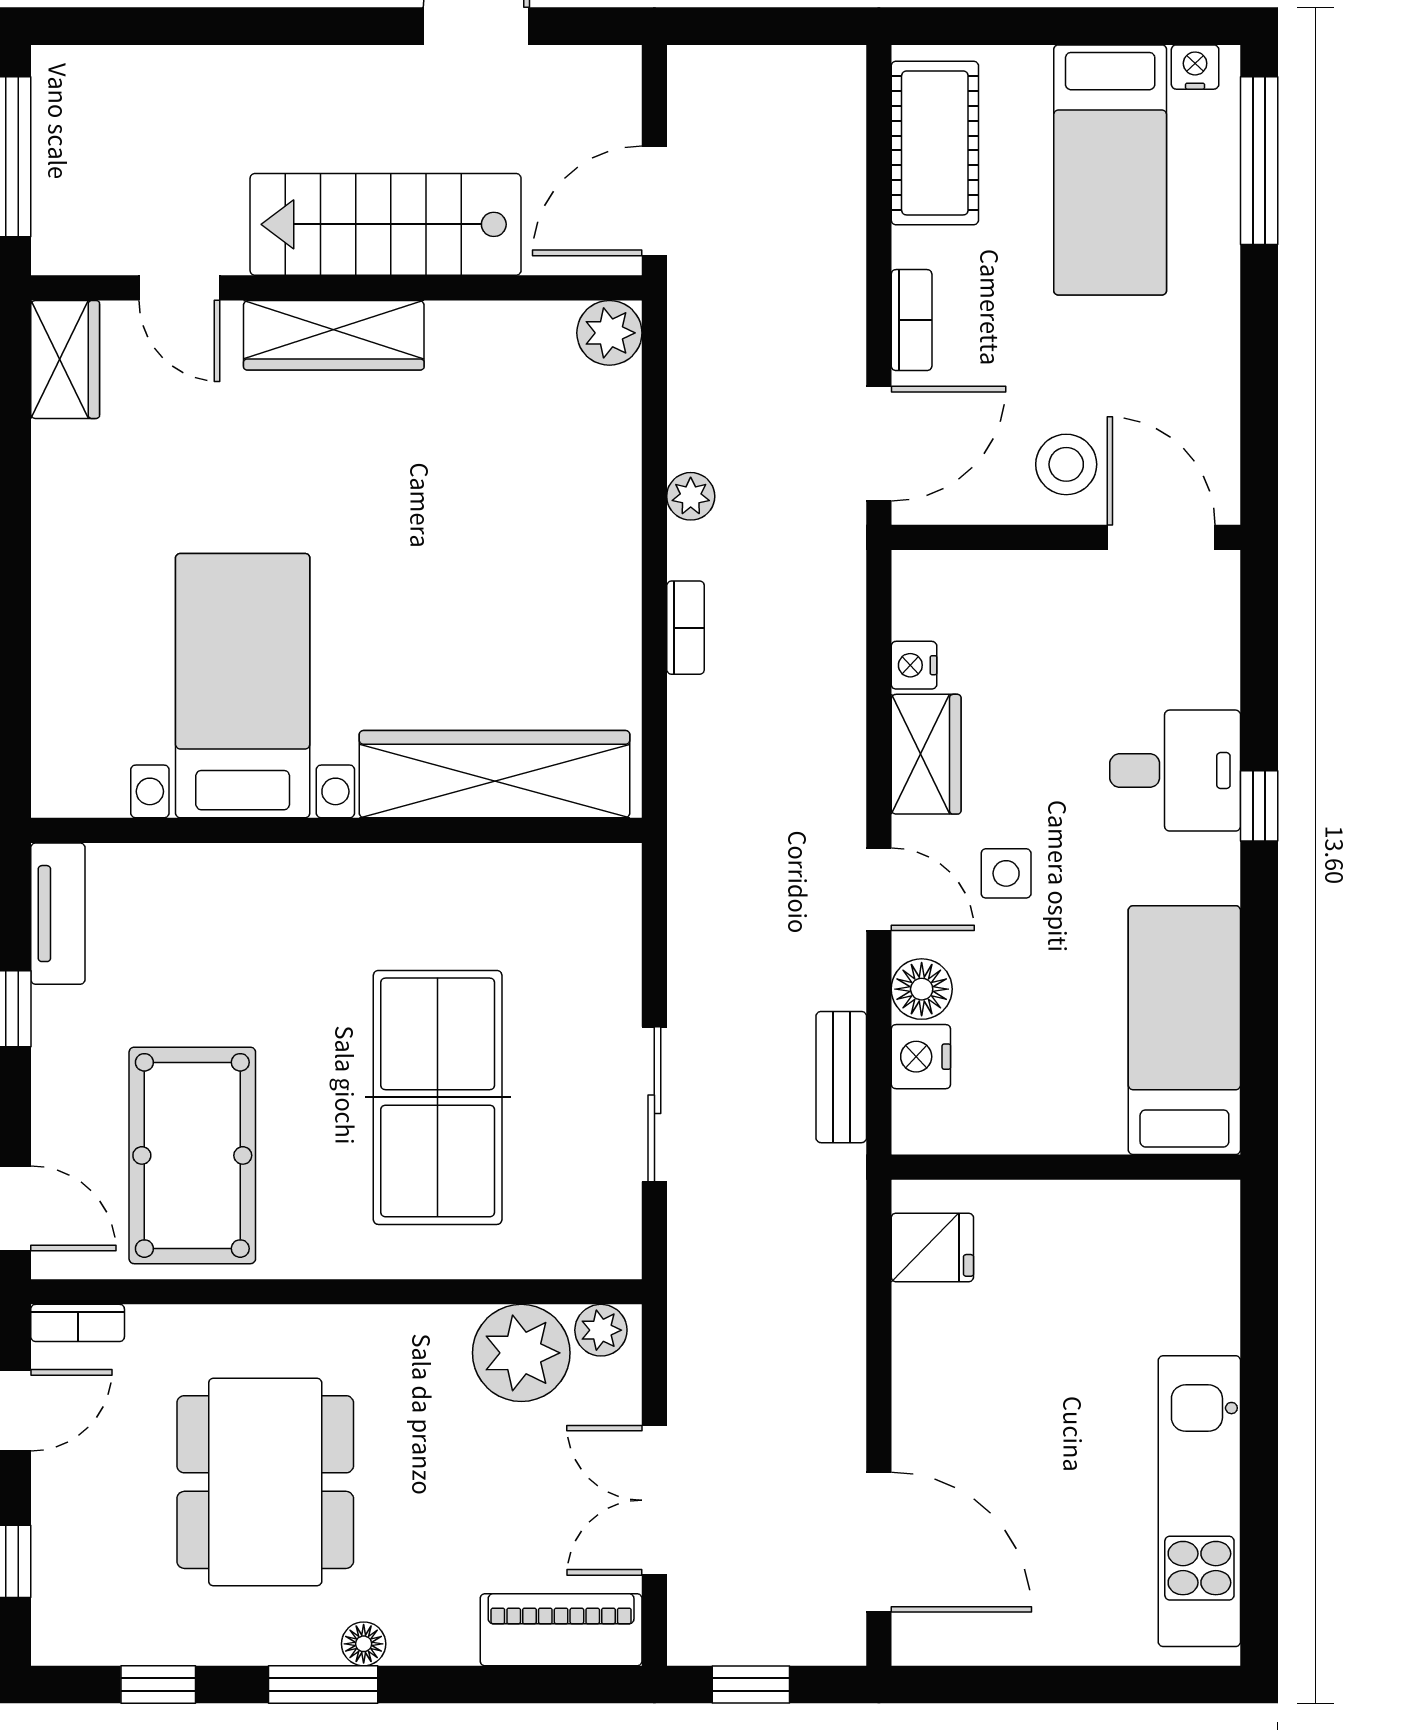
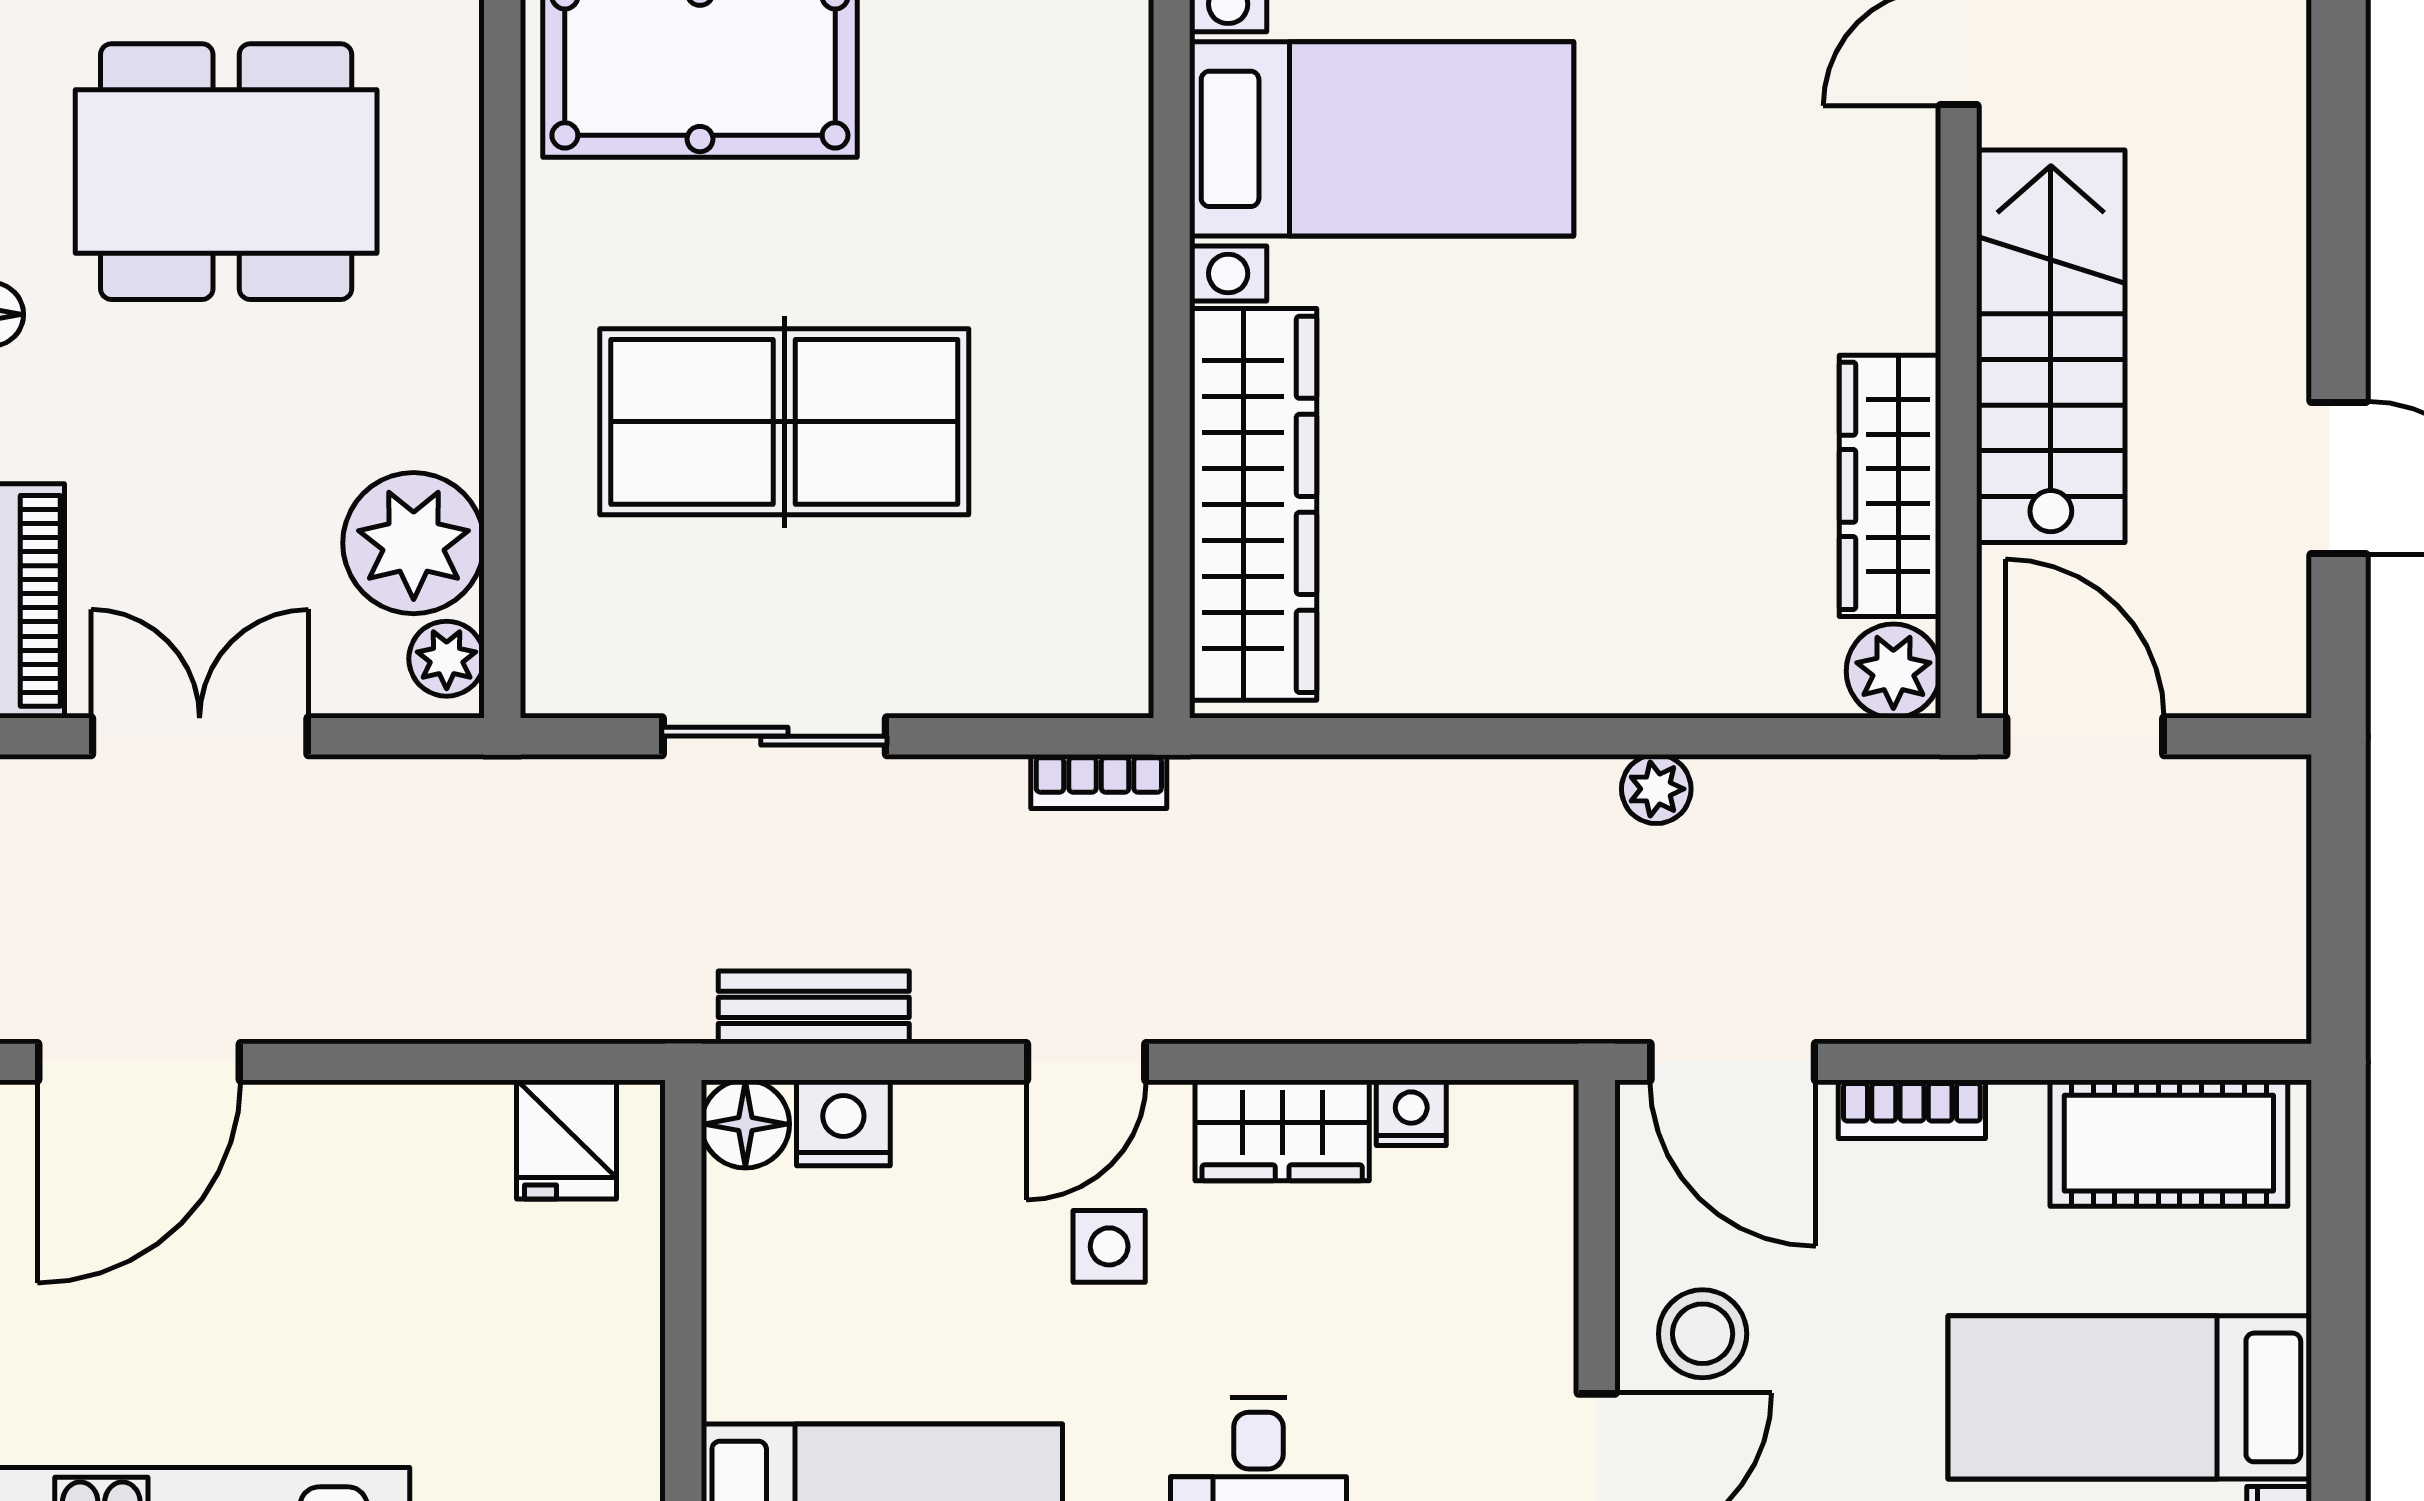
wardrobe: (334, 335) -> (1890, 486), moved
bookcase: (686, 628) -> (1099, 781), moved
floor lamp: (922, 989) -> (745, 1124), moved

